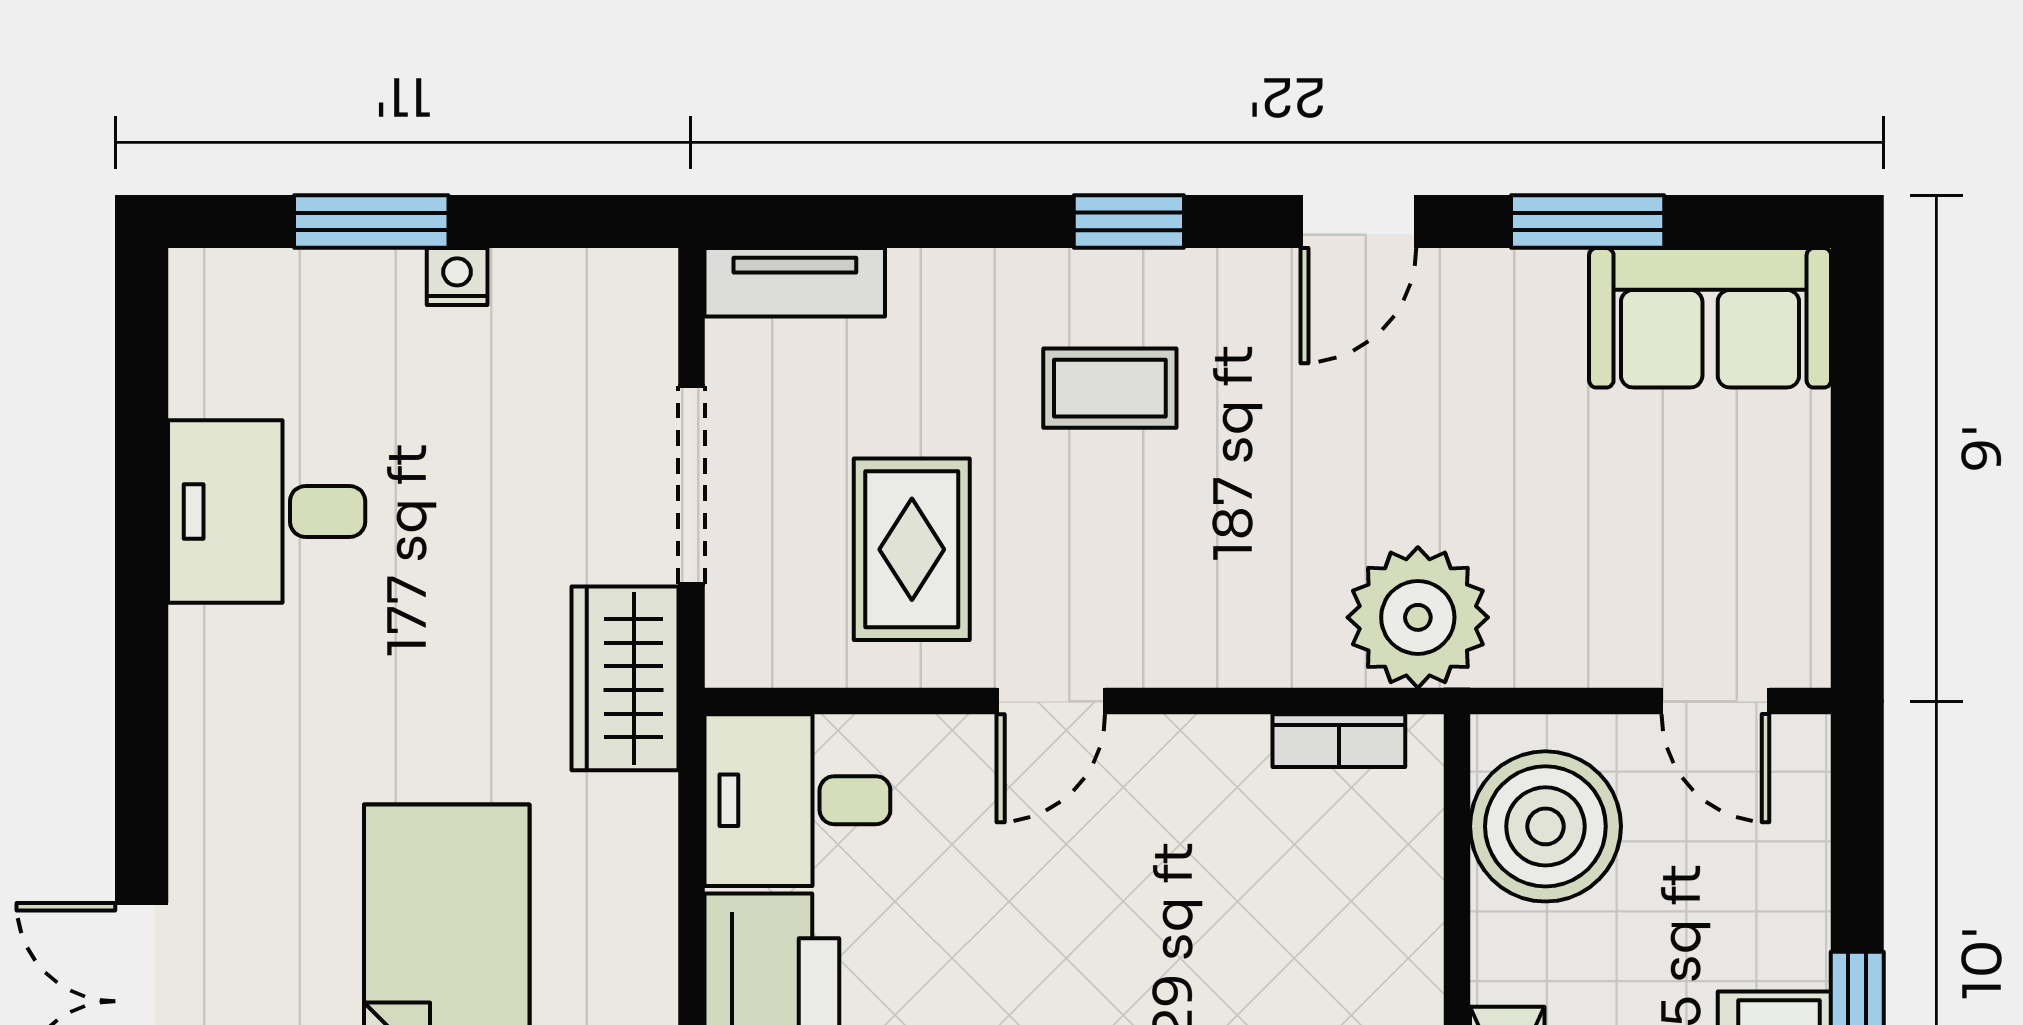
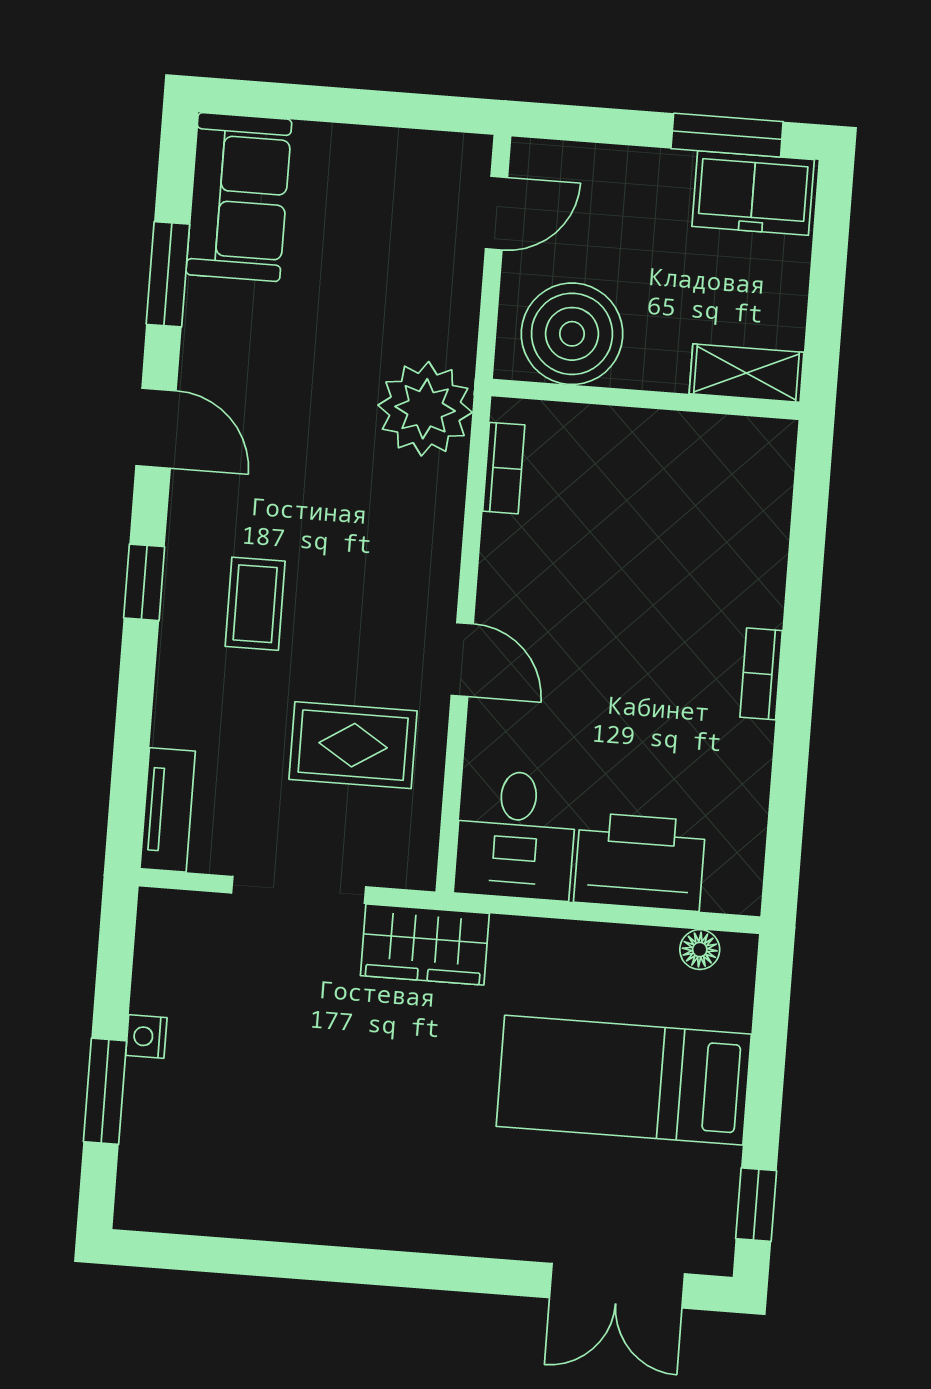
desk: (267, 511) -> (294, 1177), removed

